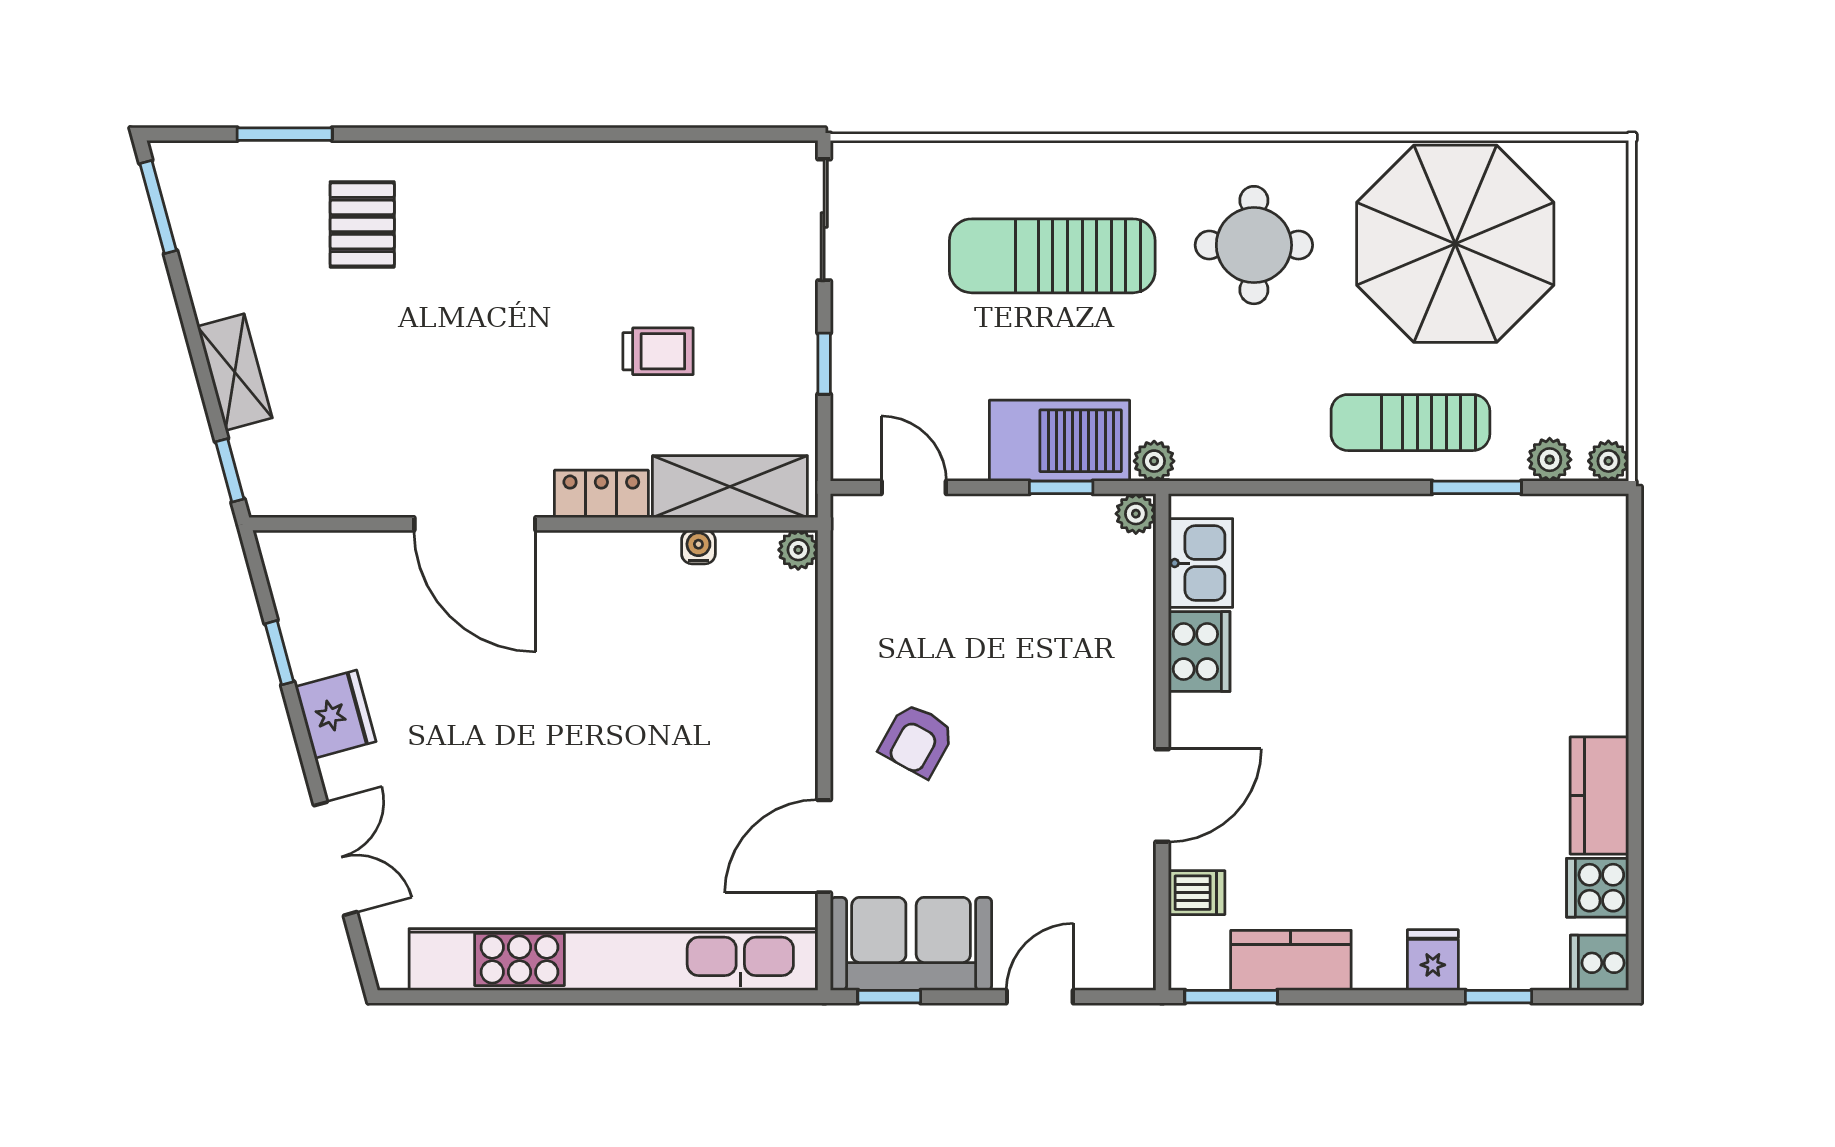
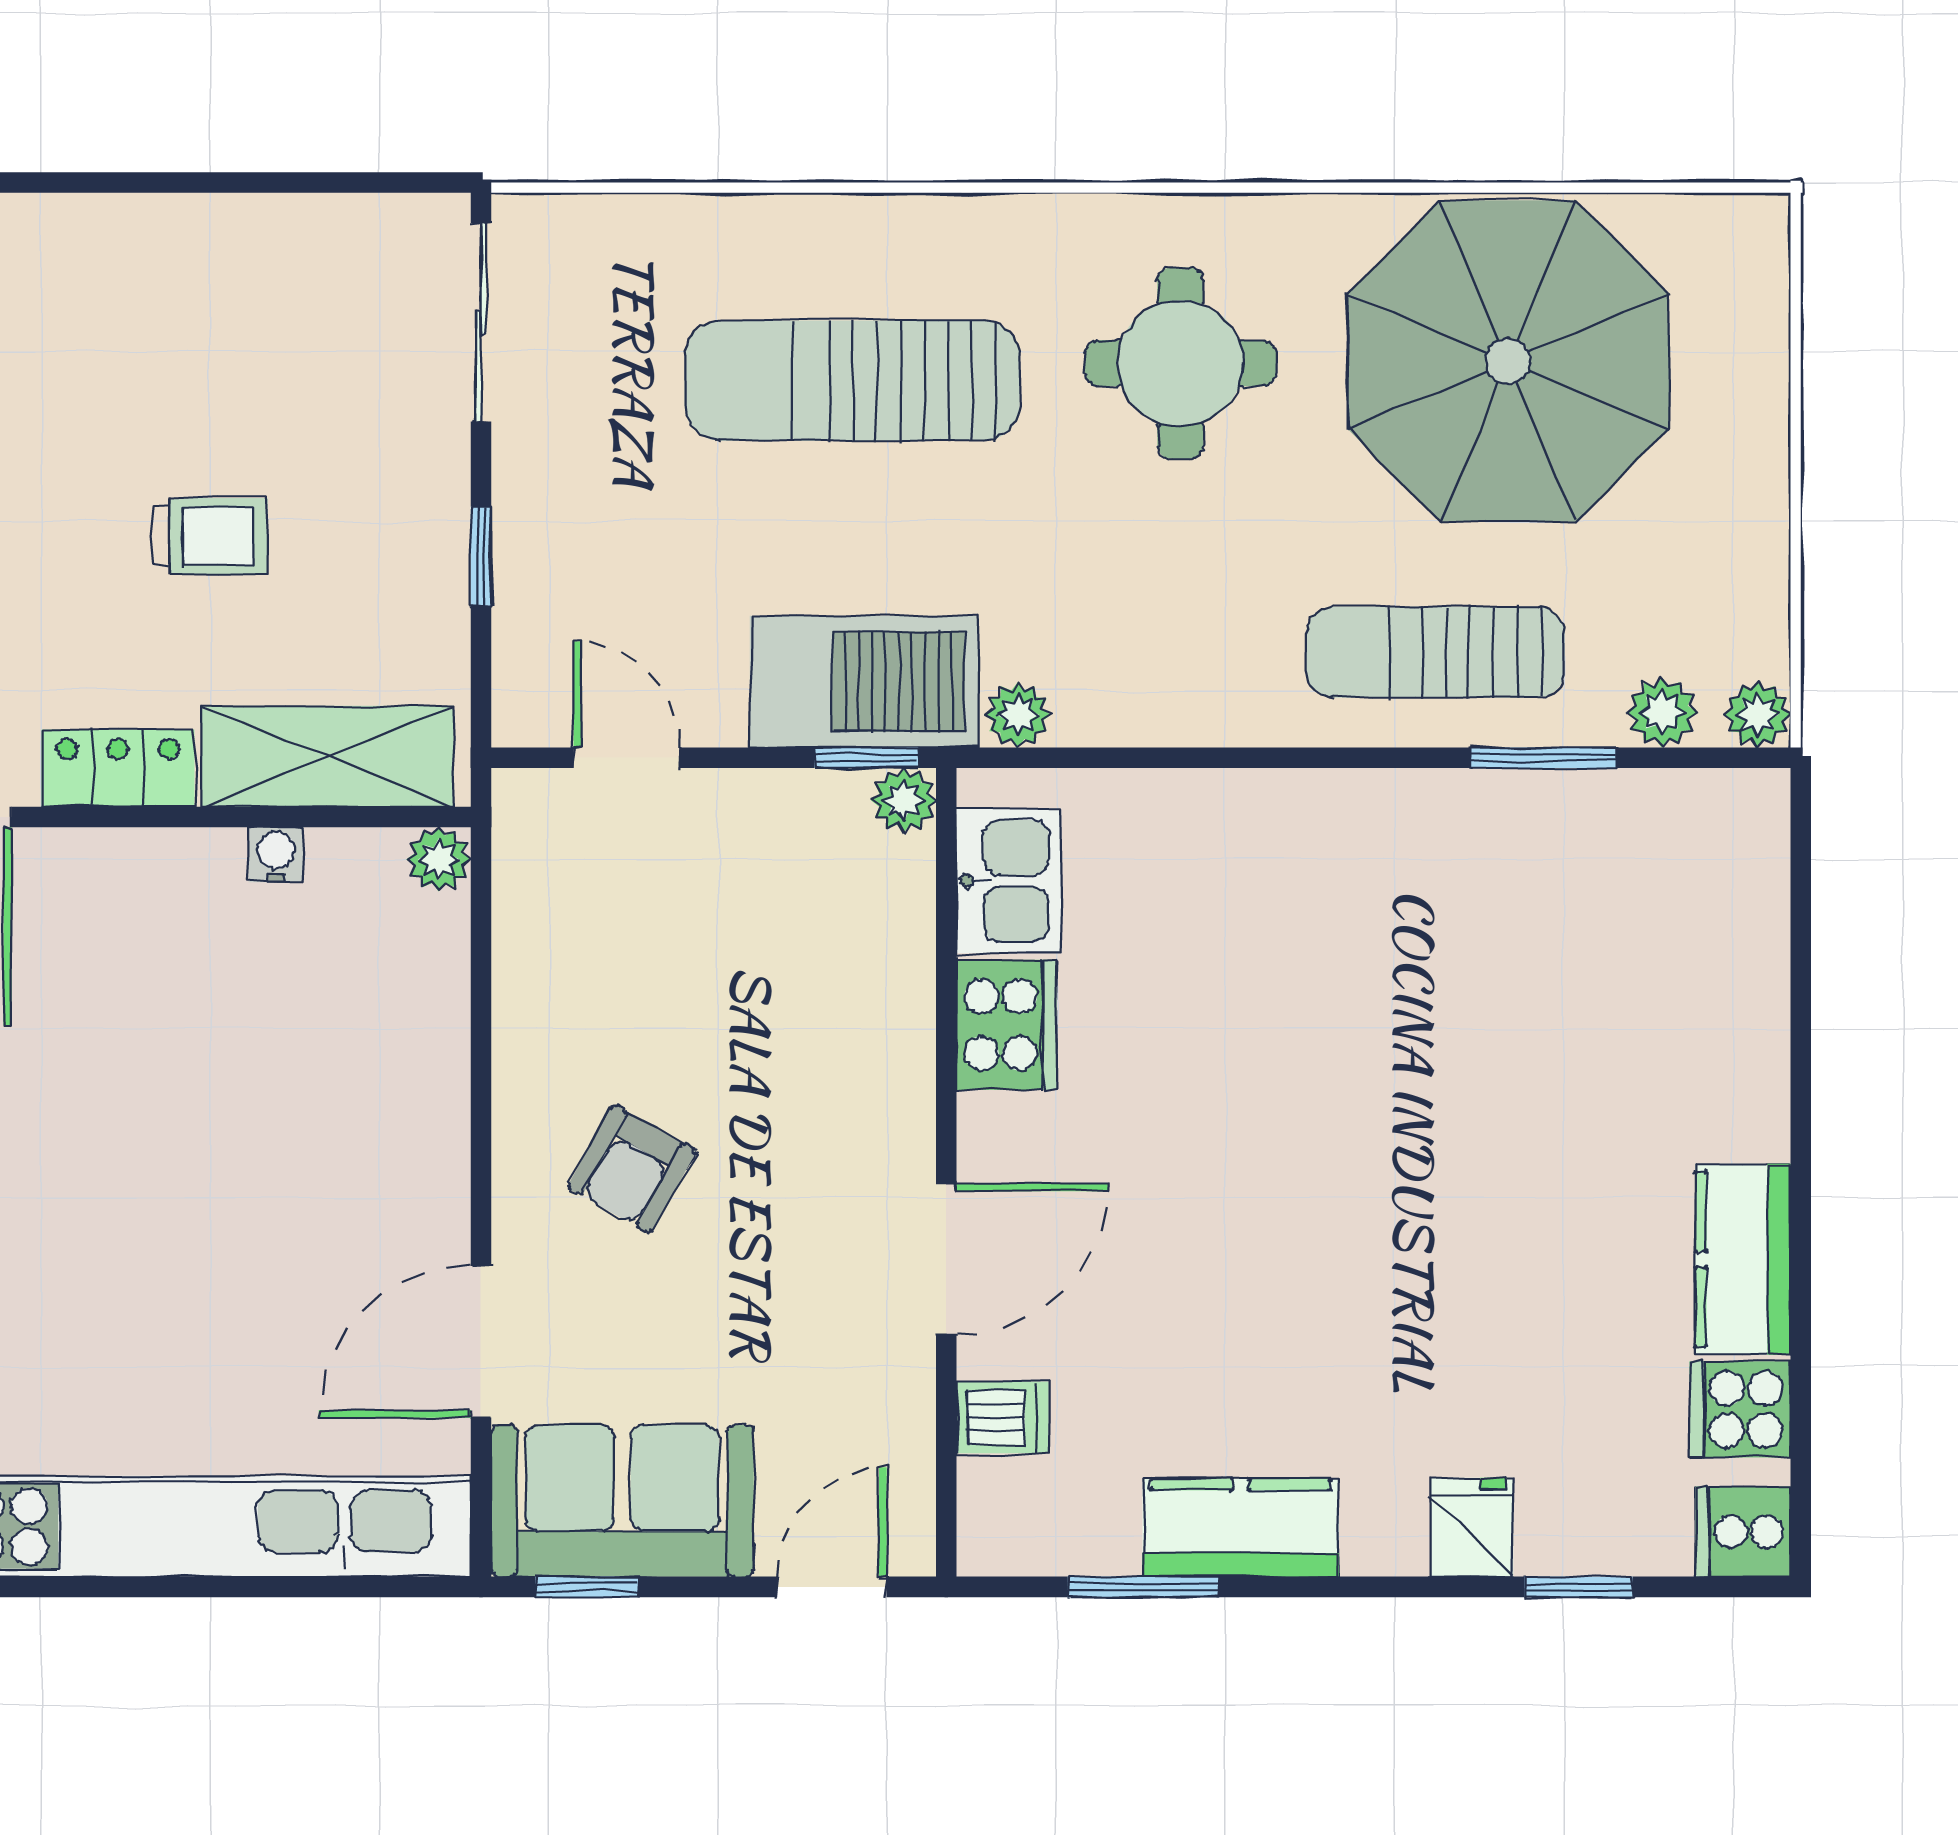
plant: (1136, 514) -> (904, 800), moved
kitchen sink: (1200, 563) -> (1009, 881), moved
cooker: (1199, 651) -> (1007, 1025), moved
wall: (1162, 742) -> (946, 1172), moved
door: (1162, 795) -> (946, 1259), moved
dishwasher: (1197, 893) -> (1003, 1417), moved

